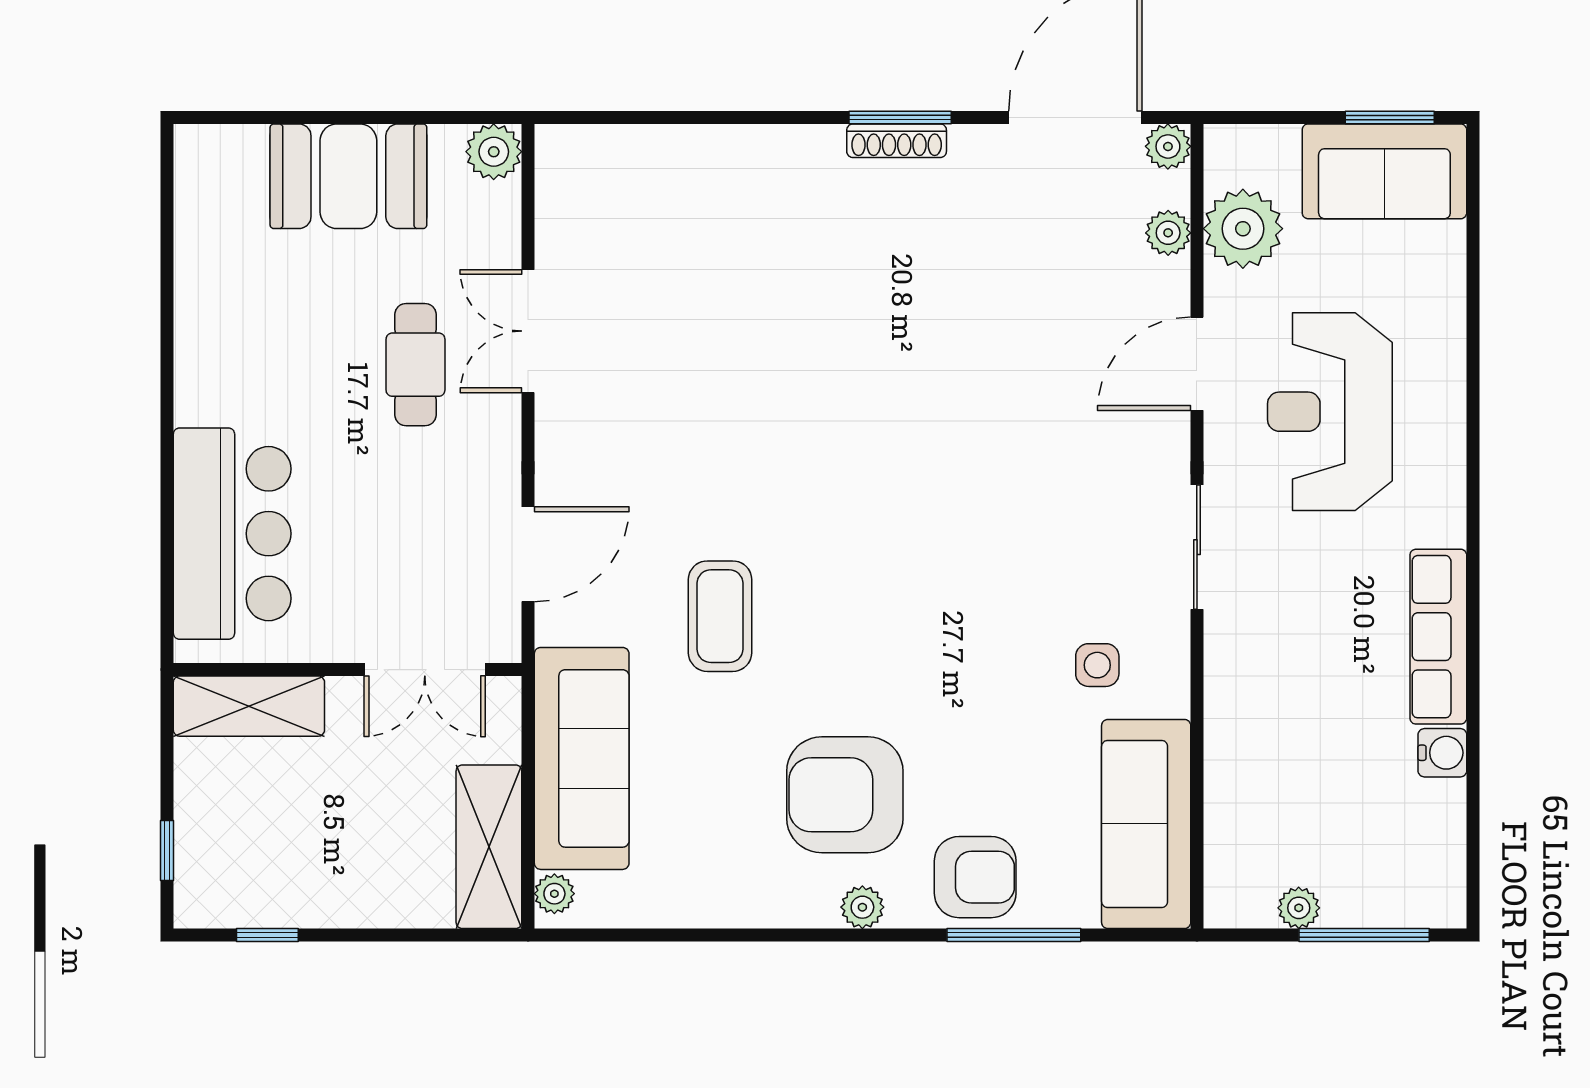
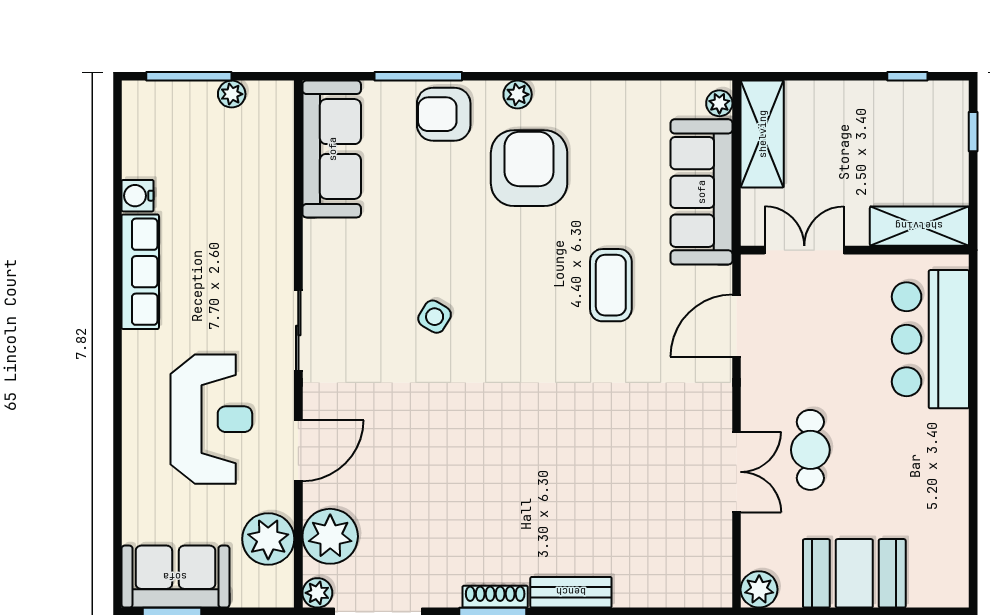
bench: (781, 147) -> (571, 592), added
plant: (1168, 233) -> (330, 536), width x1.87, depth x1.87
side table: (1097, 665) -> (435, 317), moved, turned 31
armchair: (845, 795) -> (529, 168), turned -90

